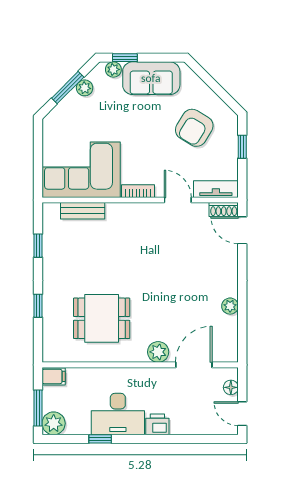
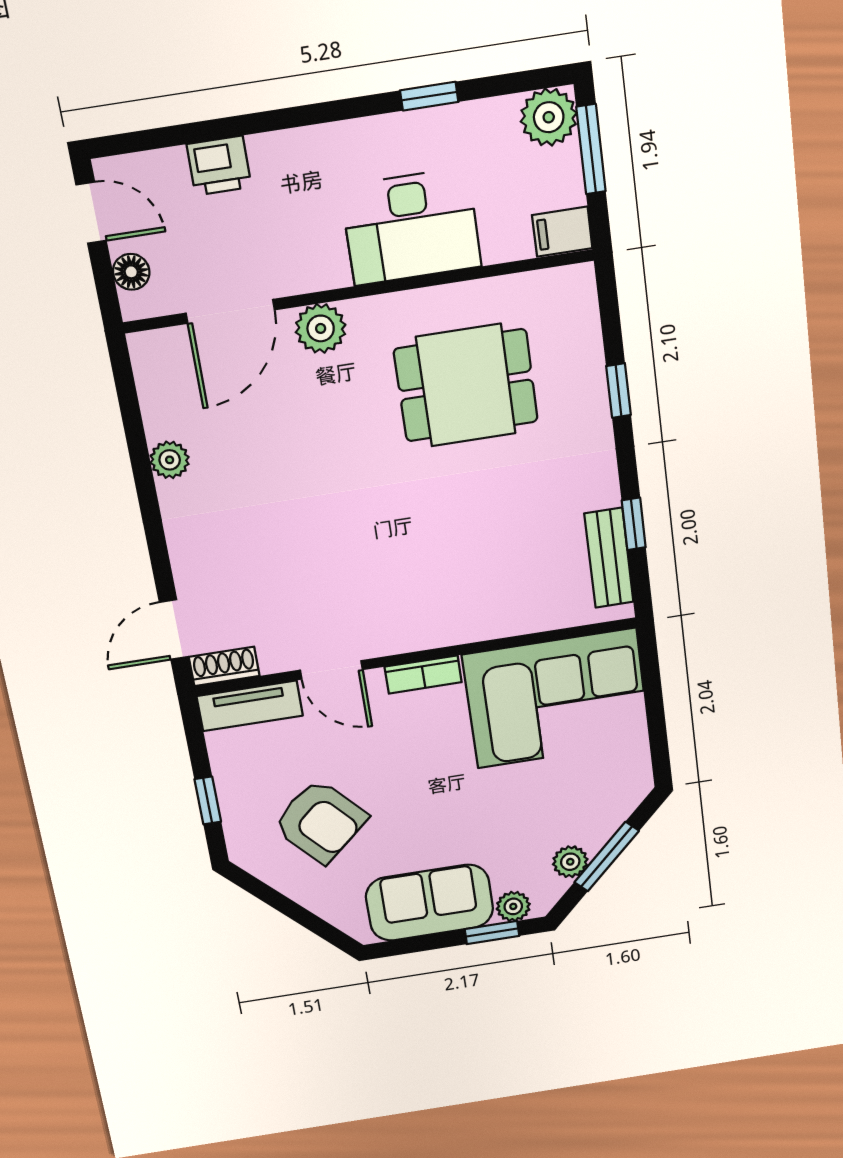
armchair: (194, 128) -> (320, 821), turned 107
bench: (83, 211) -> (609, 558), moved, turned 90
door: (242, 230) -> (174, 630), swing flipped
desk: (118, 414) -> (411, 227), moved, turned 180
printer: (157, 424) -> (219, 166), moved

